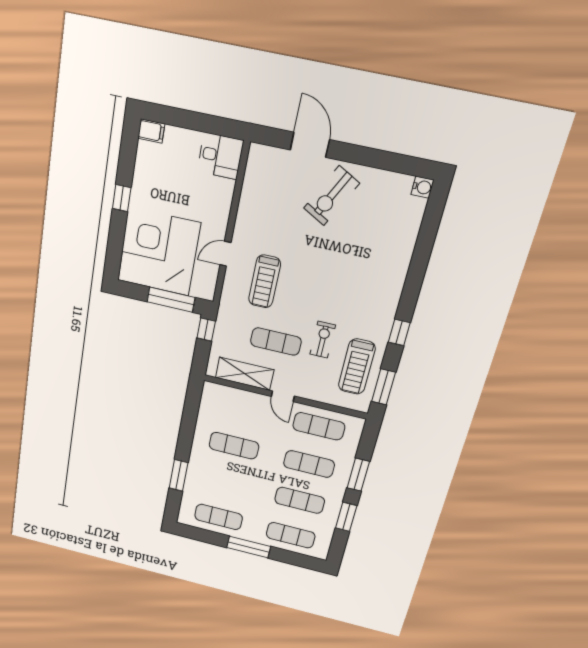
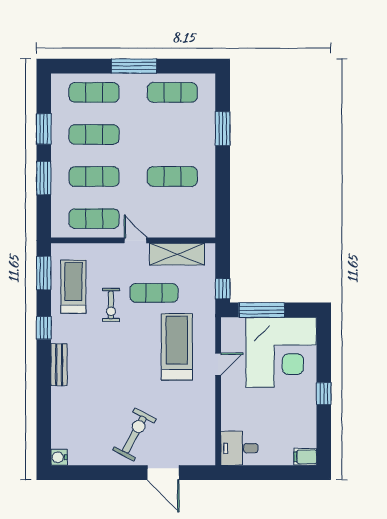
treadmill: (265, 281) -> (177, 347), width x1.37, depth x1.38
bench: (394, 290) -> (59, 365), added

